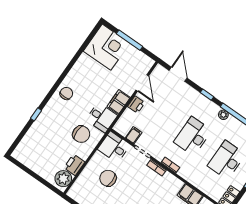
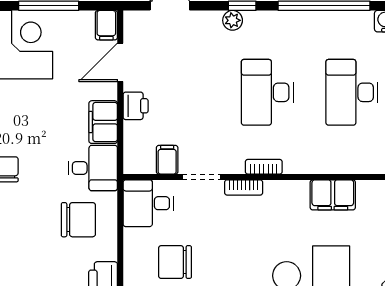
filing cabinet: (147, 64) -> (106, 25), added
door: (142, 83) -> (120, 62), swing flipped
plant: (223, 115) -> (233, 20), moved

